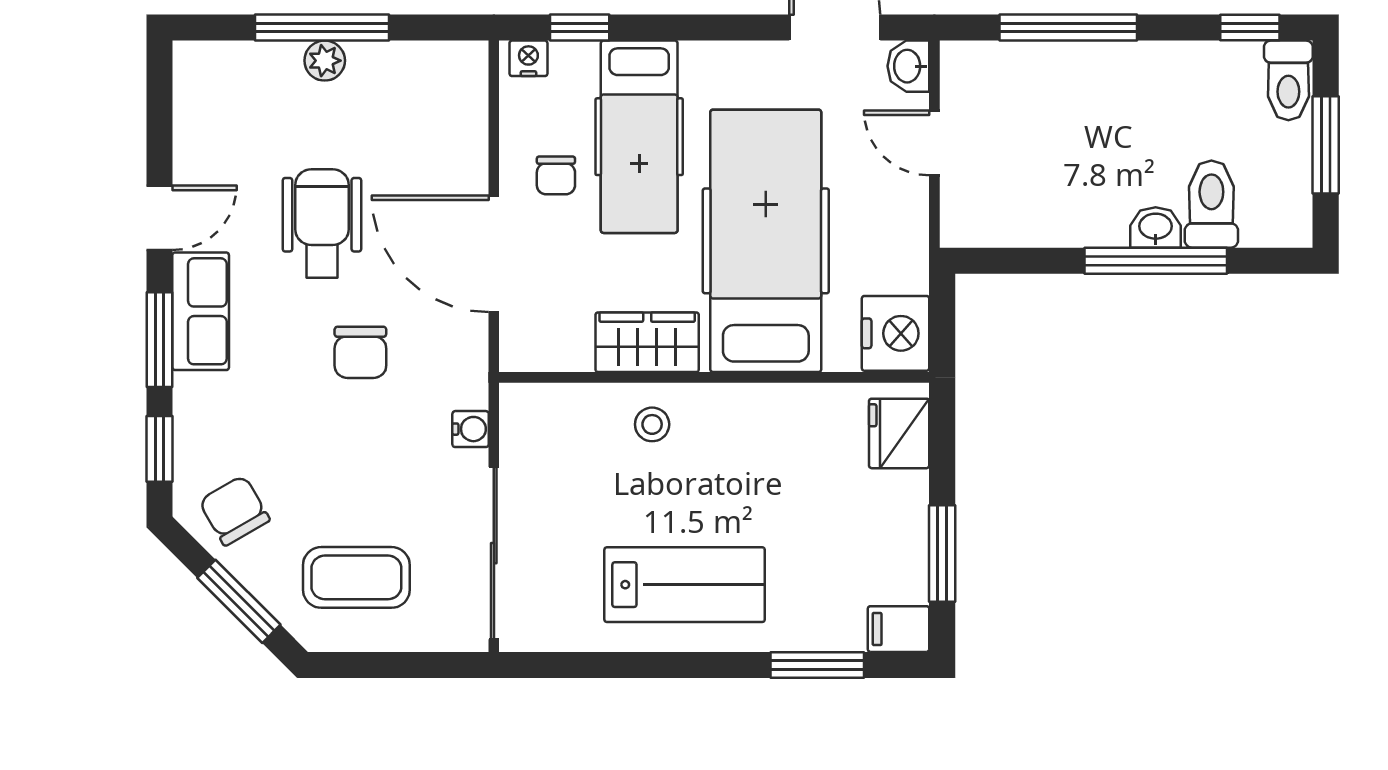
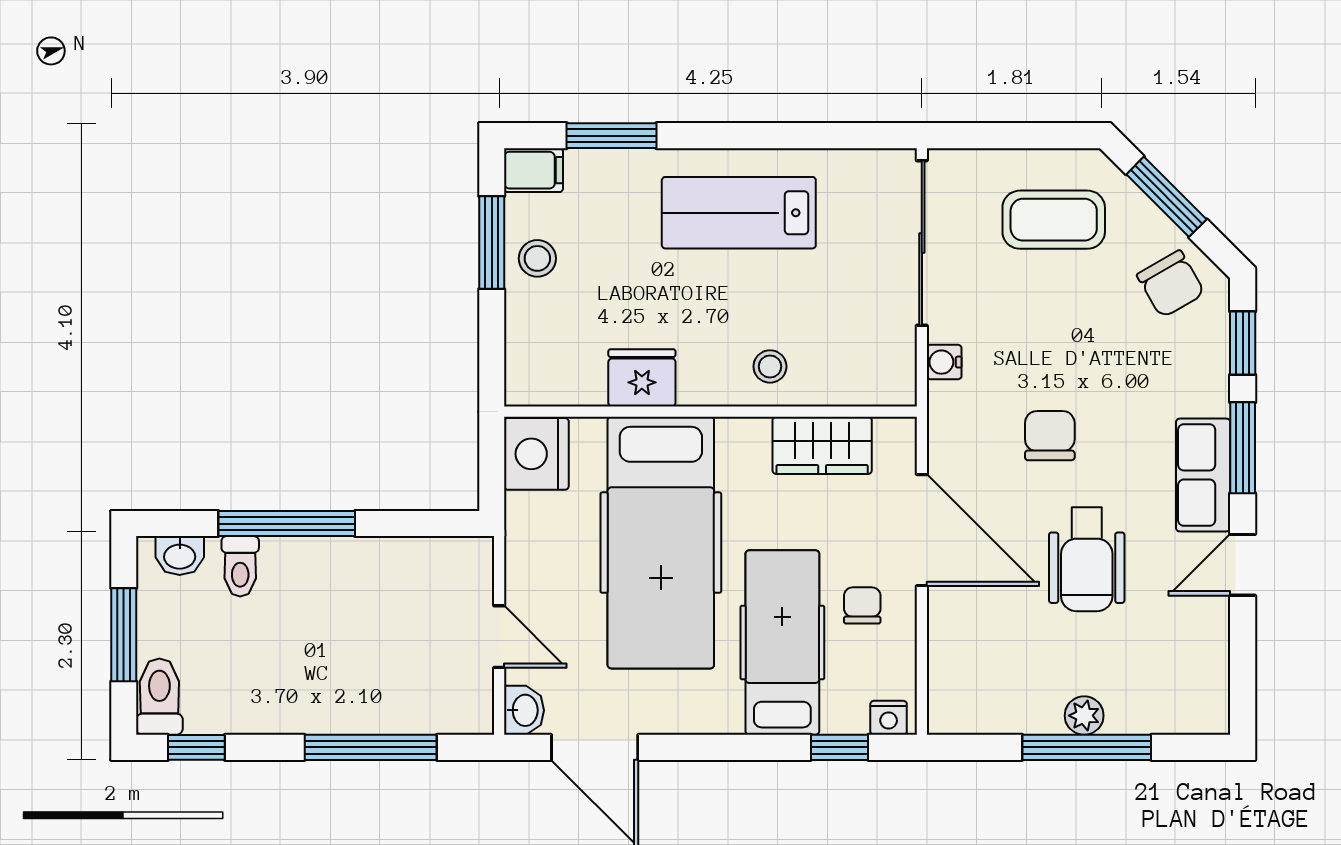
toilet: (1211, 204) -> (240, 566), width x0.73, depth x0.72
washbasin: (1156, 227) -> (180, 556), moved
wardrobe: (647, 342) -> (822, 445), moved
fridge: (899, 433) -> (642, 378), moved, turned -90
stool: (894, 537) -> (537, 258), added

